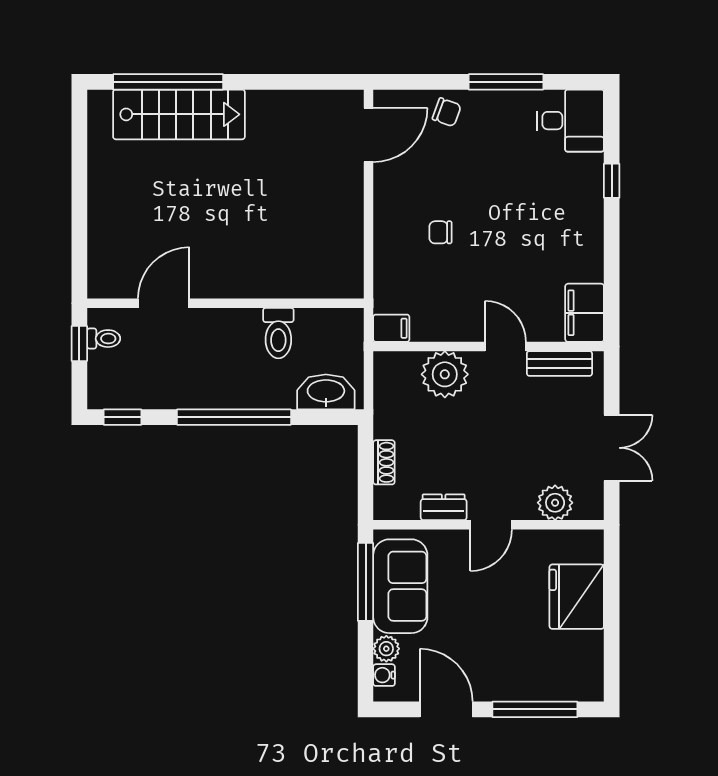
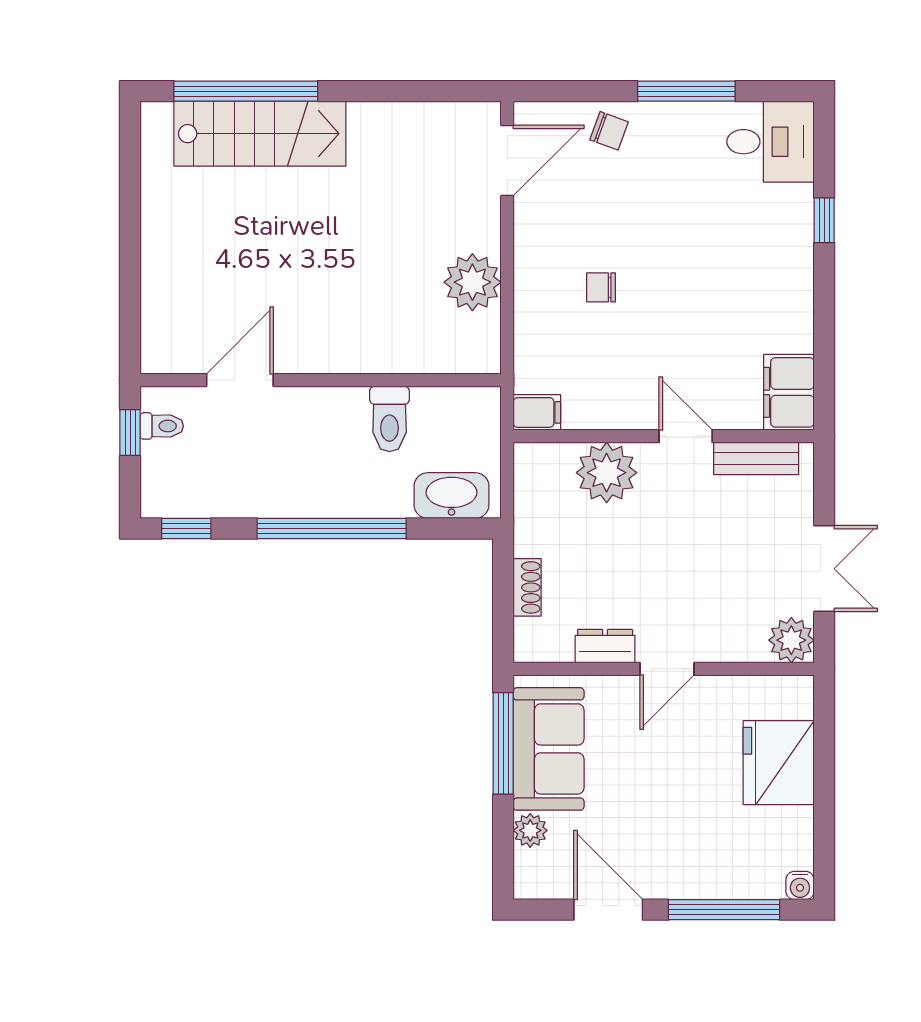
plant: (342, 228) -> (472, 282), added
plant: (555, 503) -> (791, 640), moved
water cooler: (384, 675) -> (800, 886), moved, turned -90

